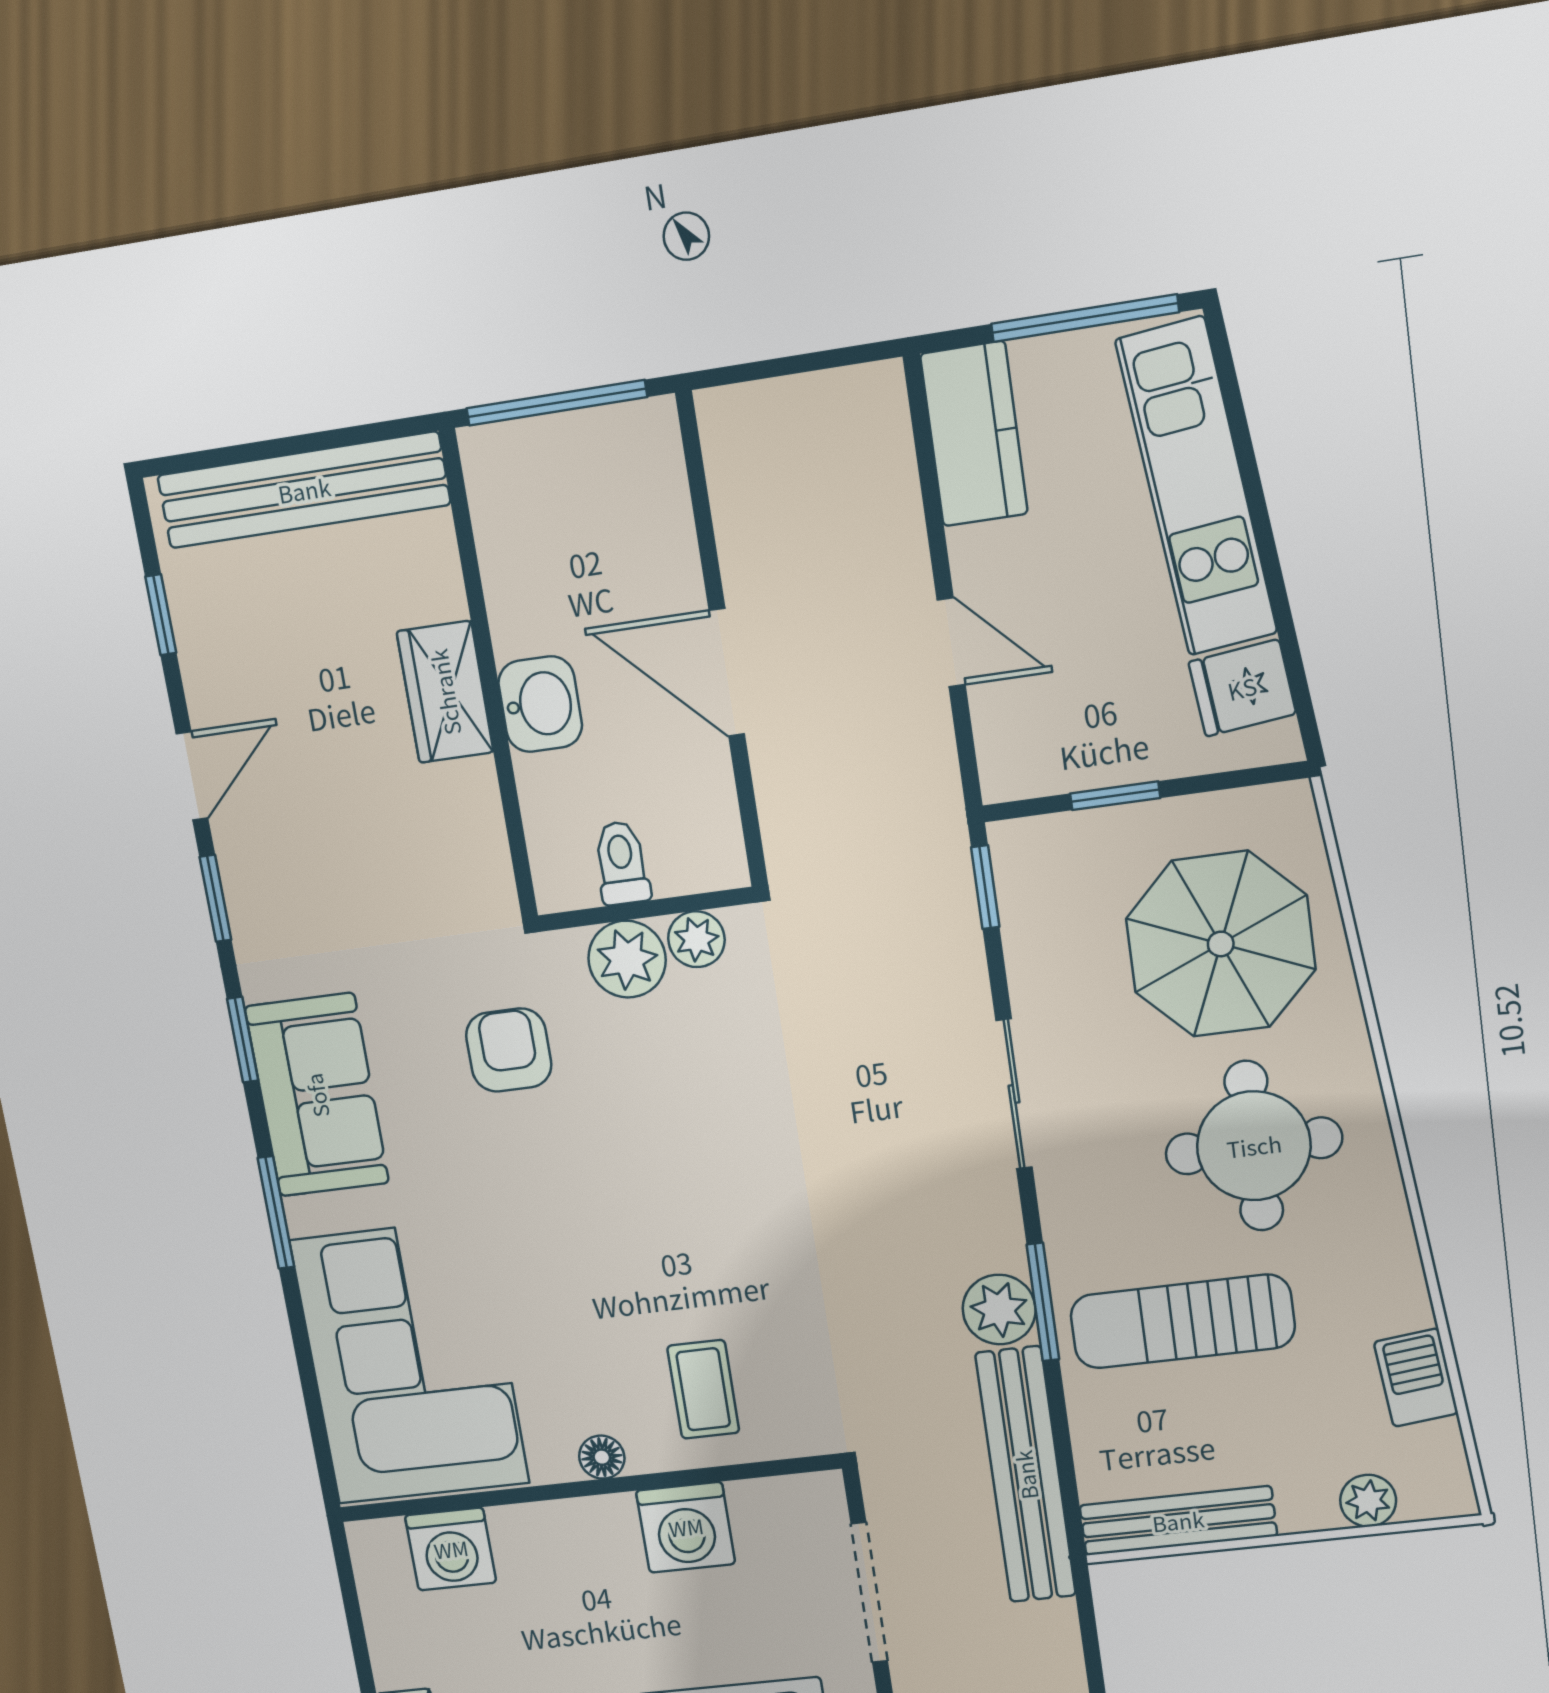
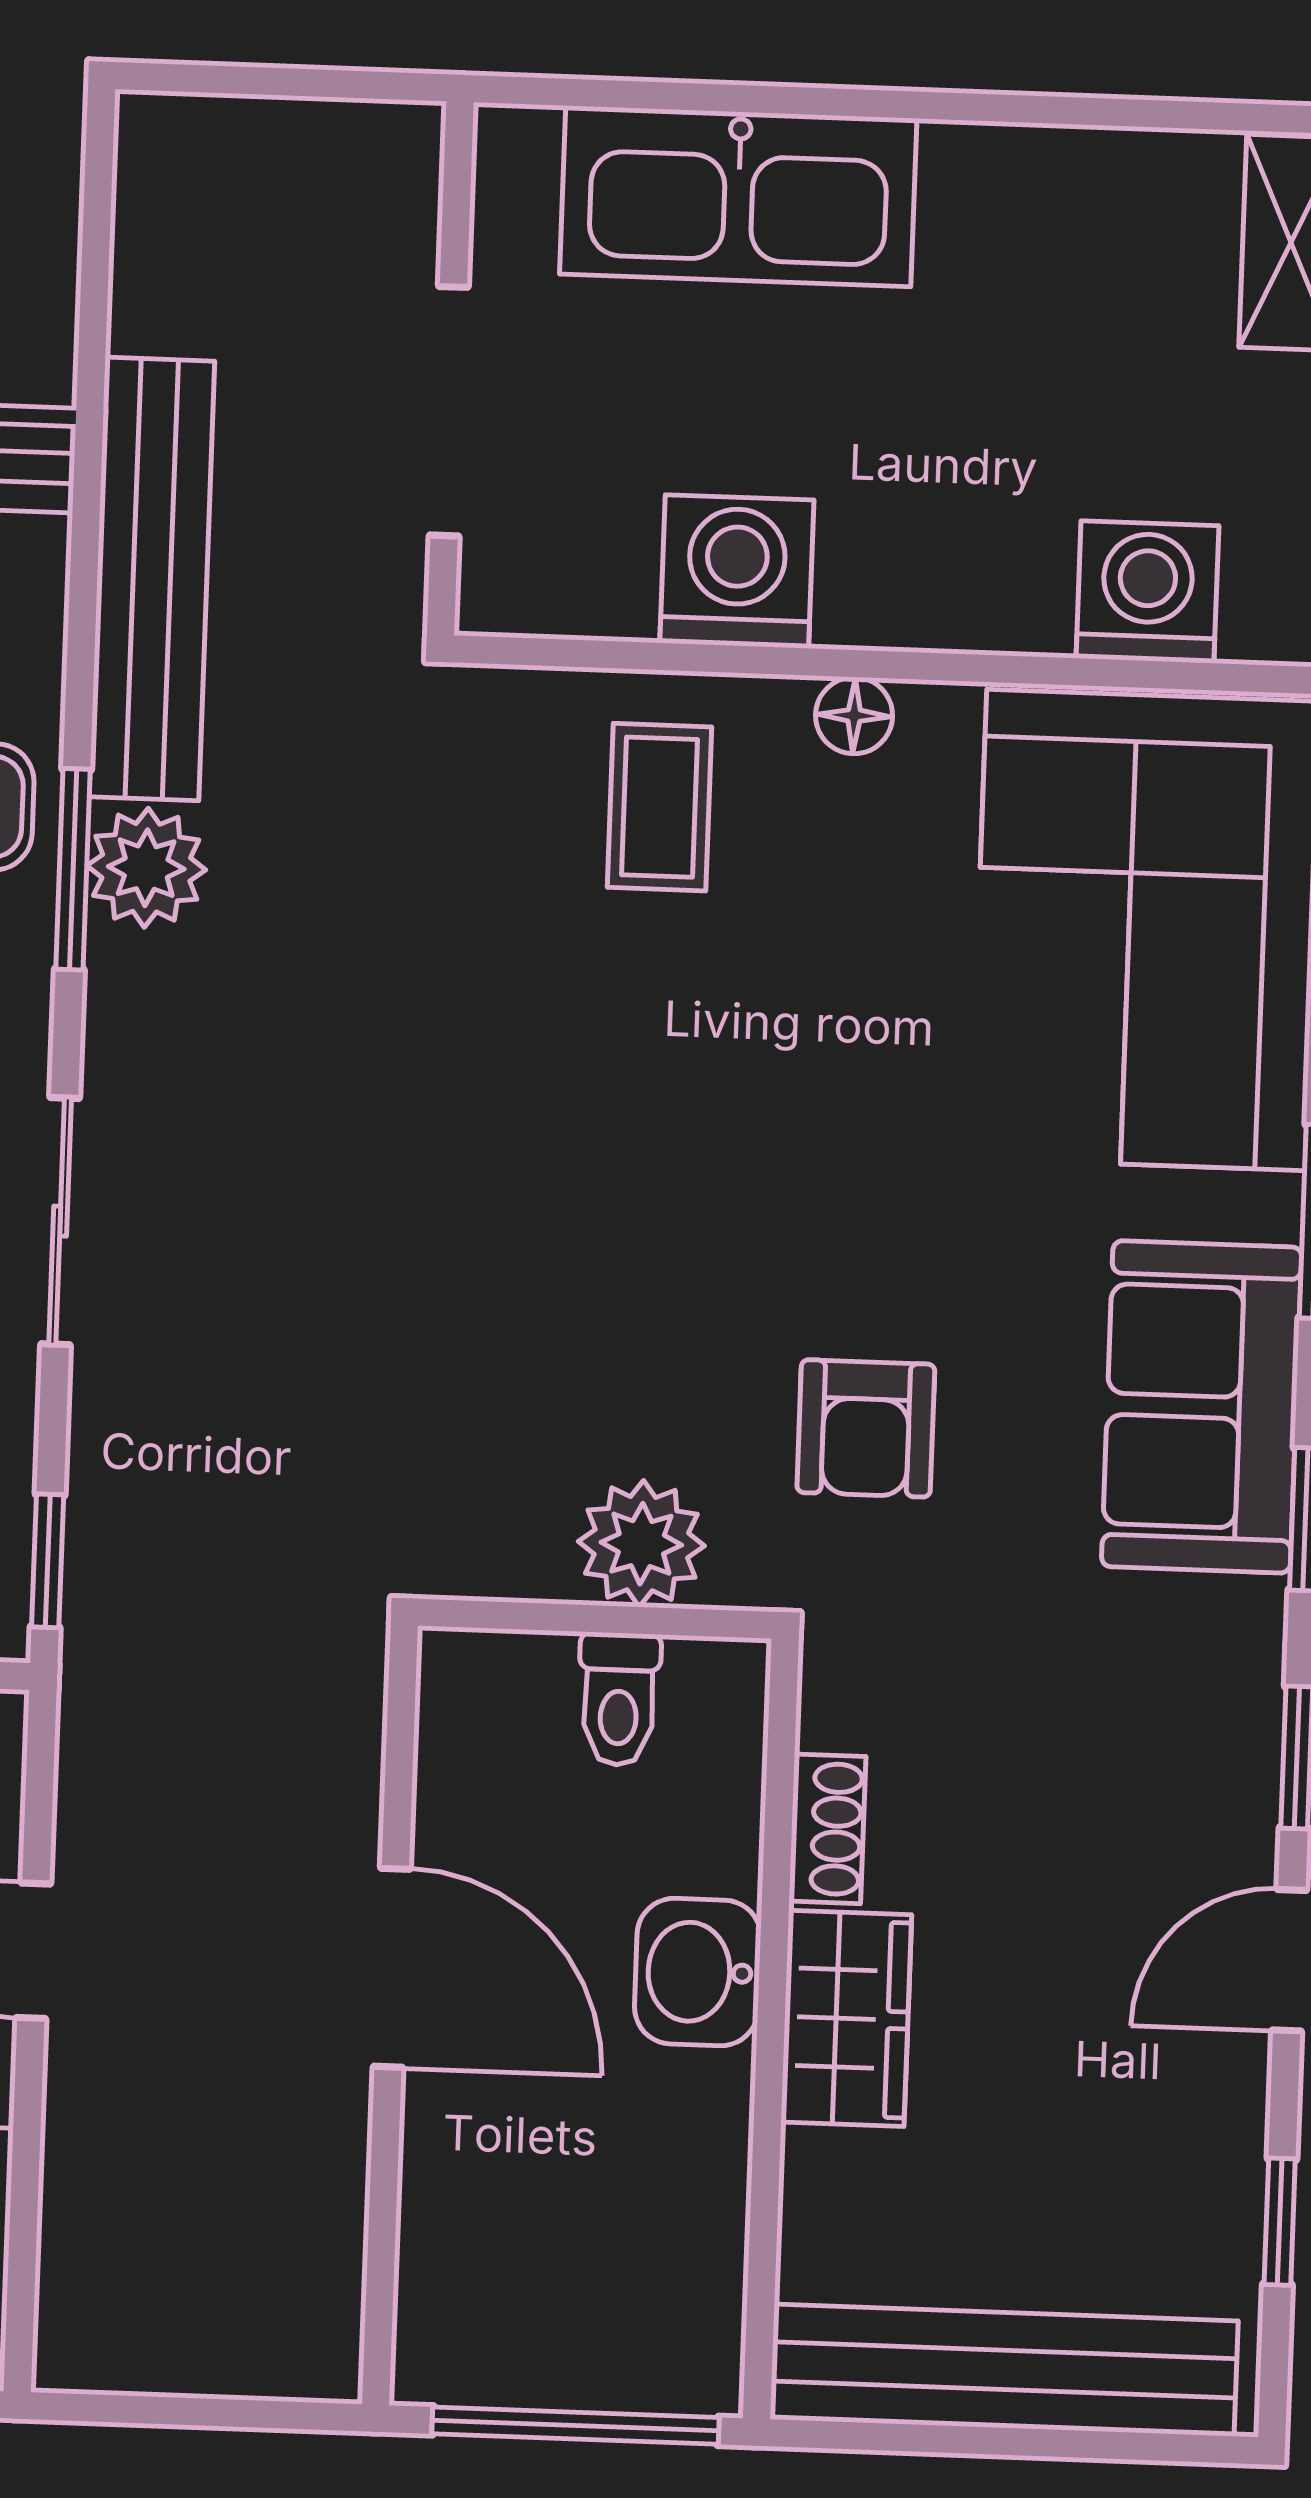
shoe rack: (481, 806) -> (827, 1829), added
plant: (696, 939) -> (523, 1557), removed

